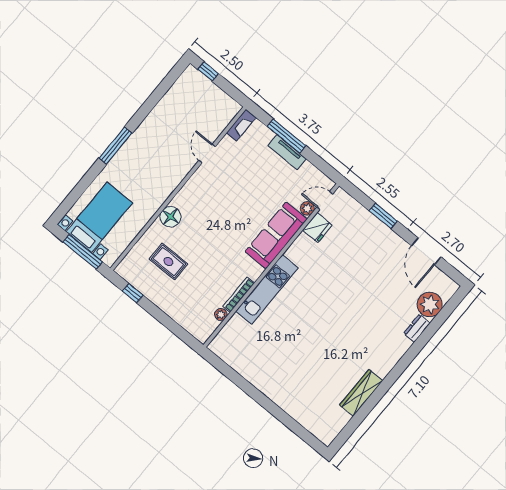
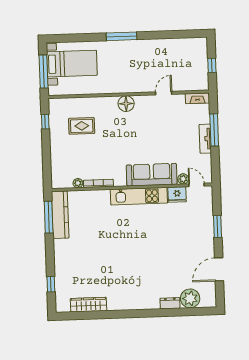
window: (208, 71) -> (212, 65), moved
floor lamp: (170, 217) -> (126, 104), moved
rug: (168, 262) -> (82, 126), turned 90
kitchen unit: (267, 289) -> (139, 196), moved
kitchen counter: (236, 359) -> (60, 215), added
window: (229, 372) -> (49, 217), added
wardrobe: (361, 393) -> (89, 305), moved
window: (296, 428) -> (51, 284), added

